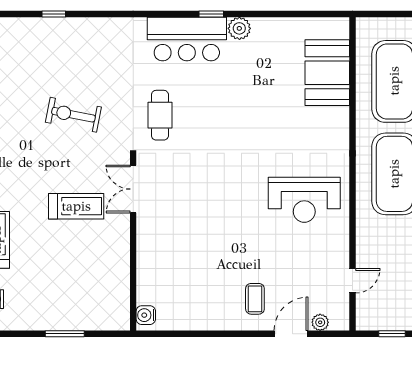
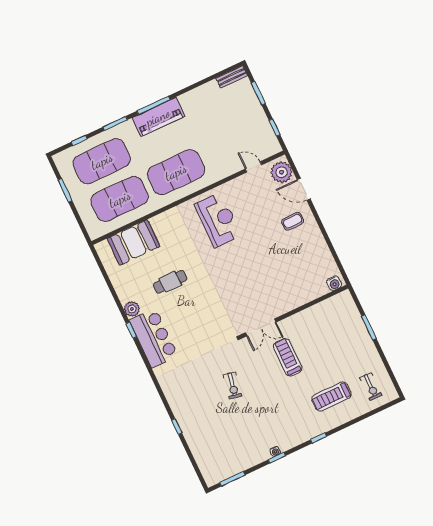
exercise bike: (73, 115) -> (233, 385), width x0.73, depth x0.72
cafe table: (160, 115) -> (170, 282), moved
plant: (320, 322) -> (282, 172), width x1.87, depth x1.87

